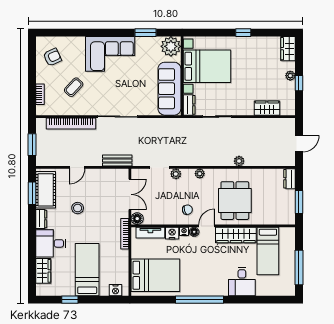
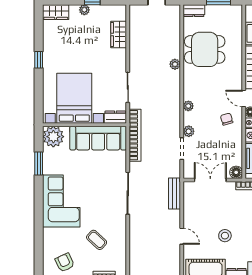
bookcase: (71, 123) -> (135, 135), moved
dining table: (235, 201) -> (205, 49), moved

